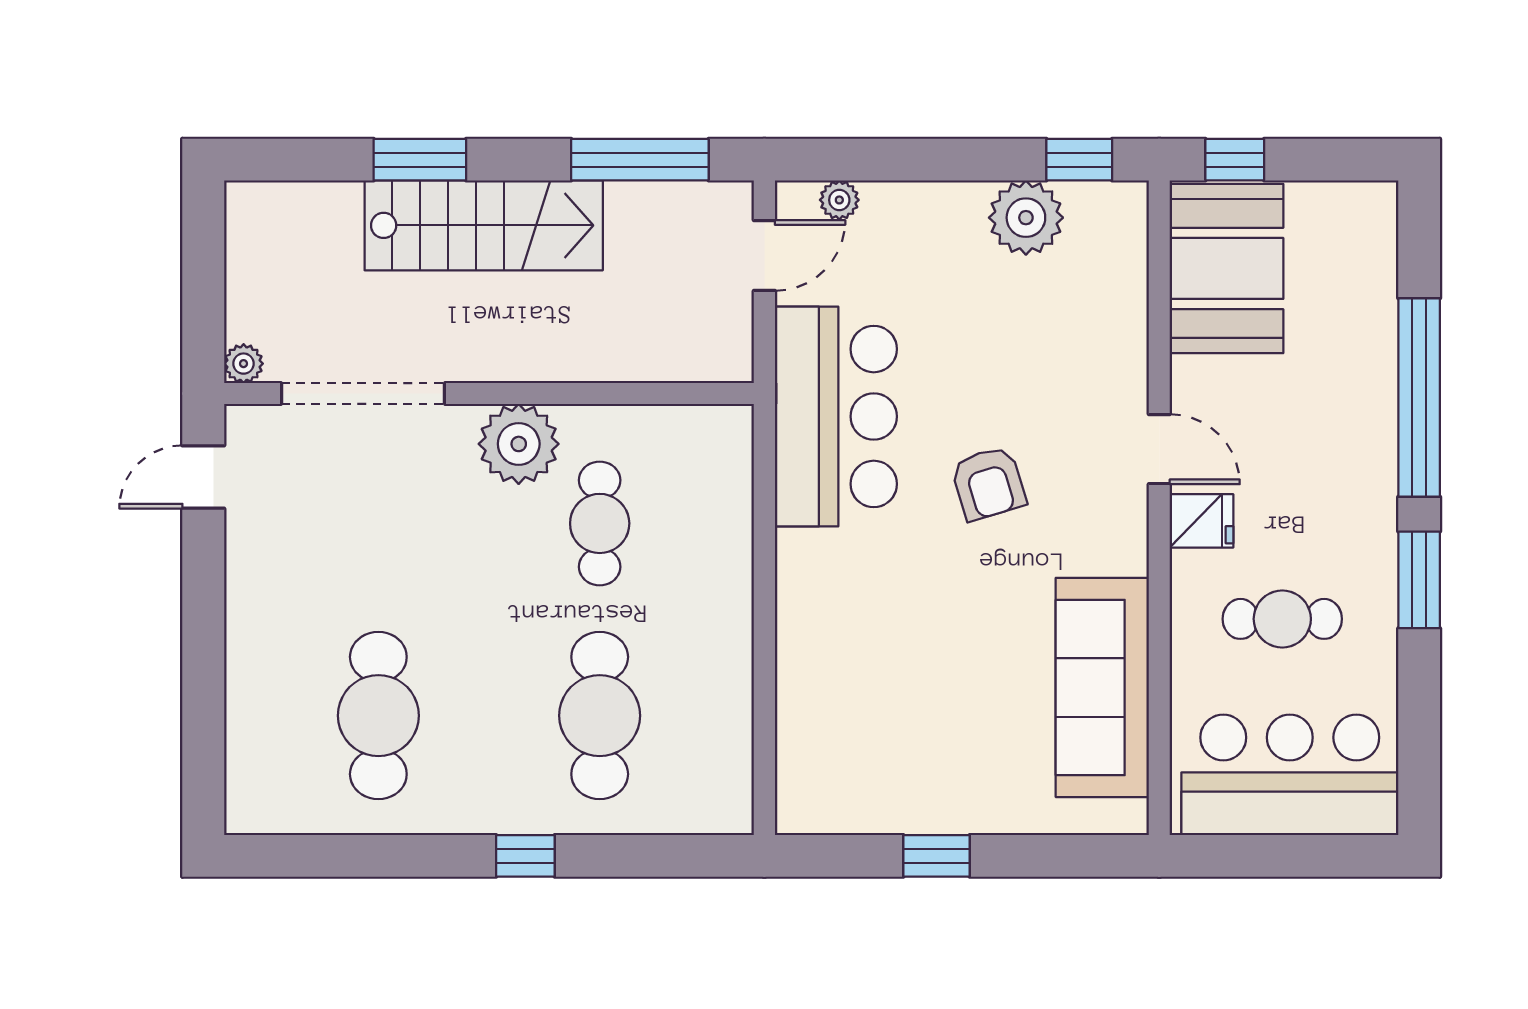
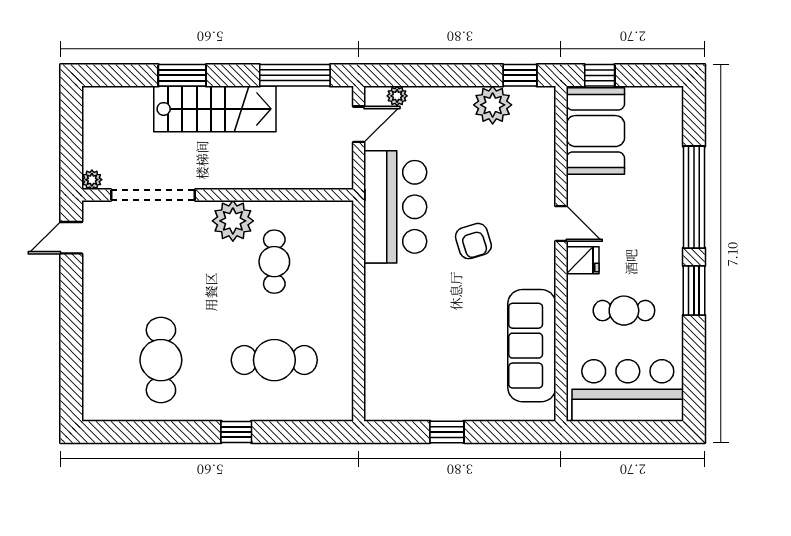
cafe table: (600, 716) -> (274, 360), turned 90

